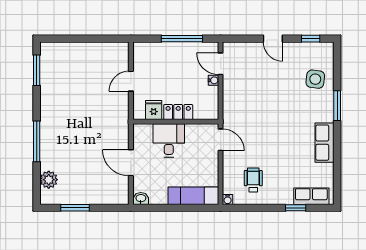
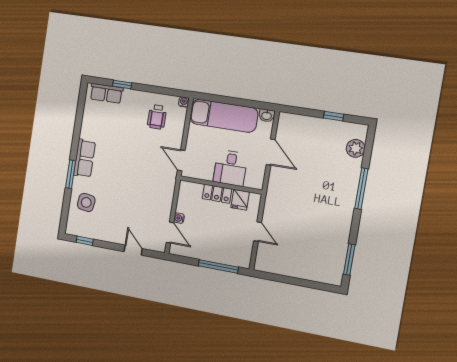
window: (182, 39) -> (218, 266), moved
door: (273, 39) -> (133, 250), moved
door: (131, 81) -> (258, 232), hinge flipped
row of seats: (325, 143) -> (84, 158), moved
exam couch: (193, 196) -> (224, 116), width x1.36, depth x1.45
window: (75, 208) -> (334, 116), width x0.67

